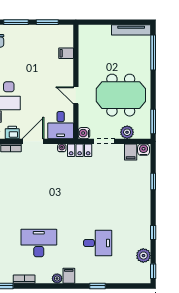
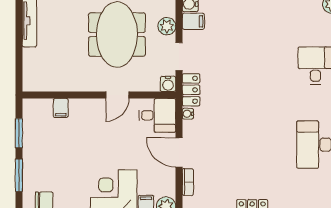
printer: (12, 132) -> (167, 180), removed

